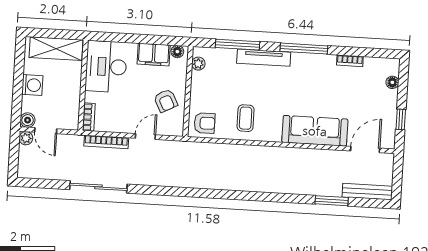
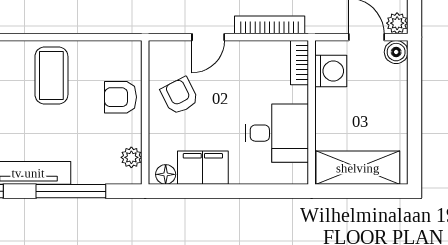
desk: (106, 67) -> (277, 133), width x0.73
washing machine: (32, 85) -> (331, 71), moved, turned 180
coffee table: (246, 118) -> (51, 76), width x1.36, depth x1.30
armchair: (205, 123) -> (120, 97), moved

